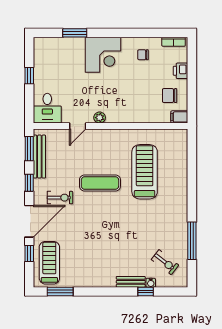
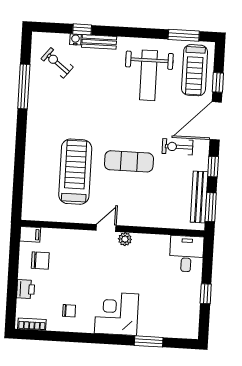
door: (78, 126) -> (106, 228), moved
treadmill: (145, 172) -> (75, 172), turned 180
weight bench: (88, 256) -> (149, 75), added

